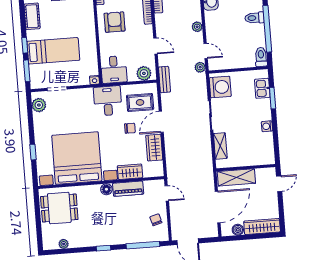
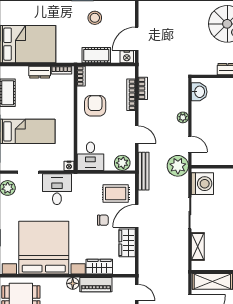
plant: (200, 67) -> (178, 166), width x1.88, depth x1.88
bench: (164, 80) -> (144, 171), width x1.36
desk: (108, 101) -> (57, 189), moved

